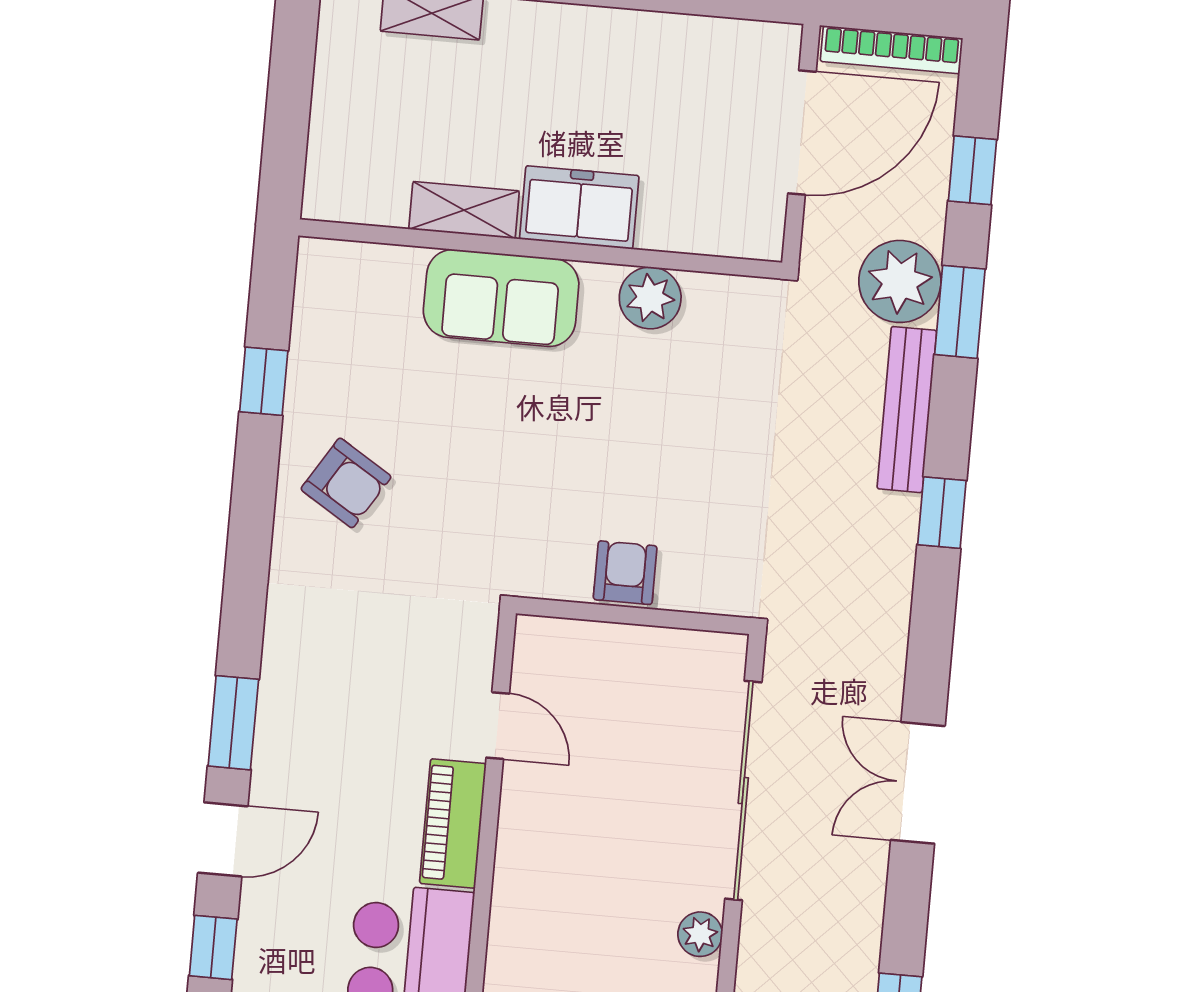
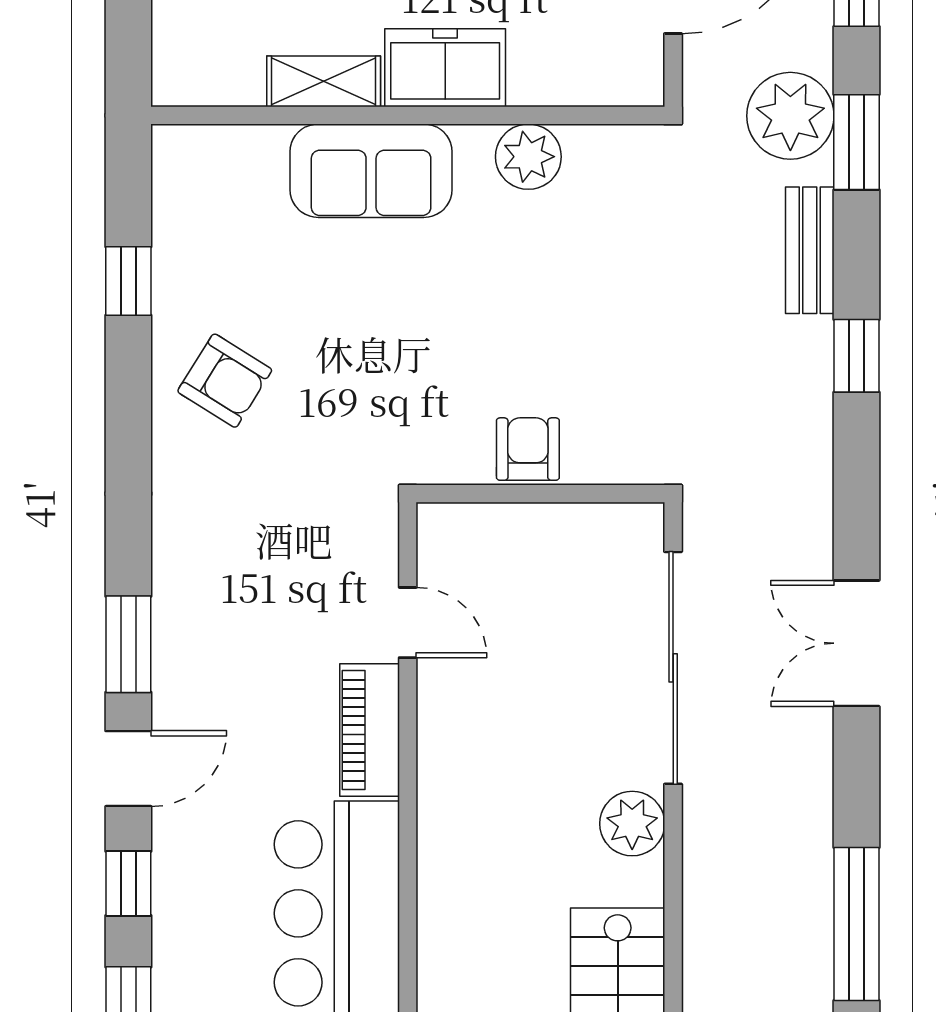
bench: (907, 410) -> (810, 250), width x0.73
plant: (700, 934) -> (632, 824), width x1.38, depth x1.38

